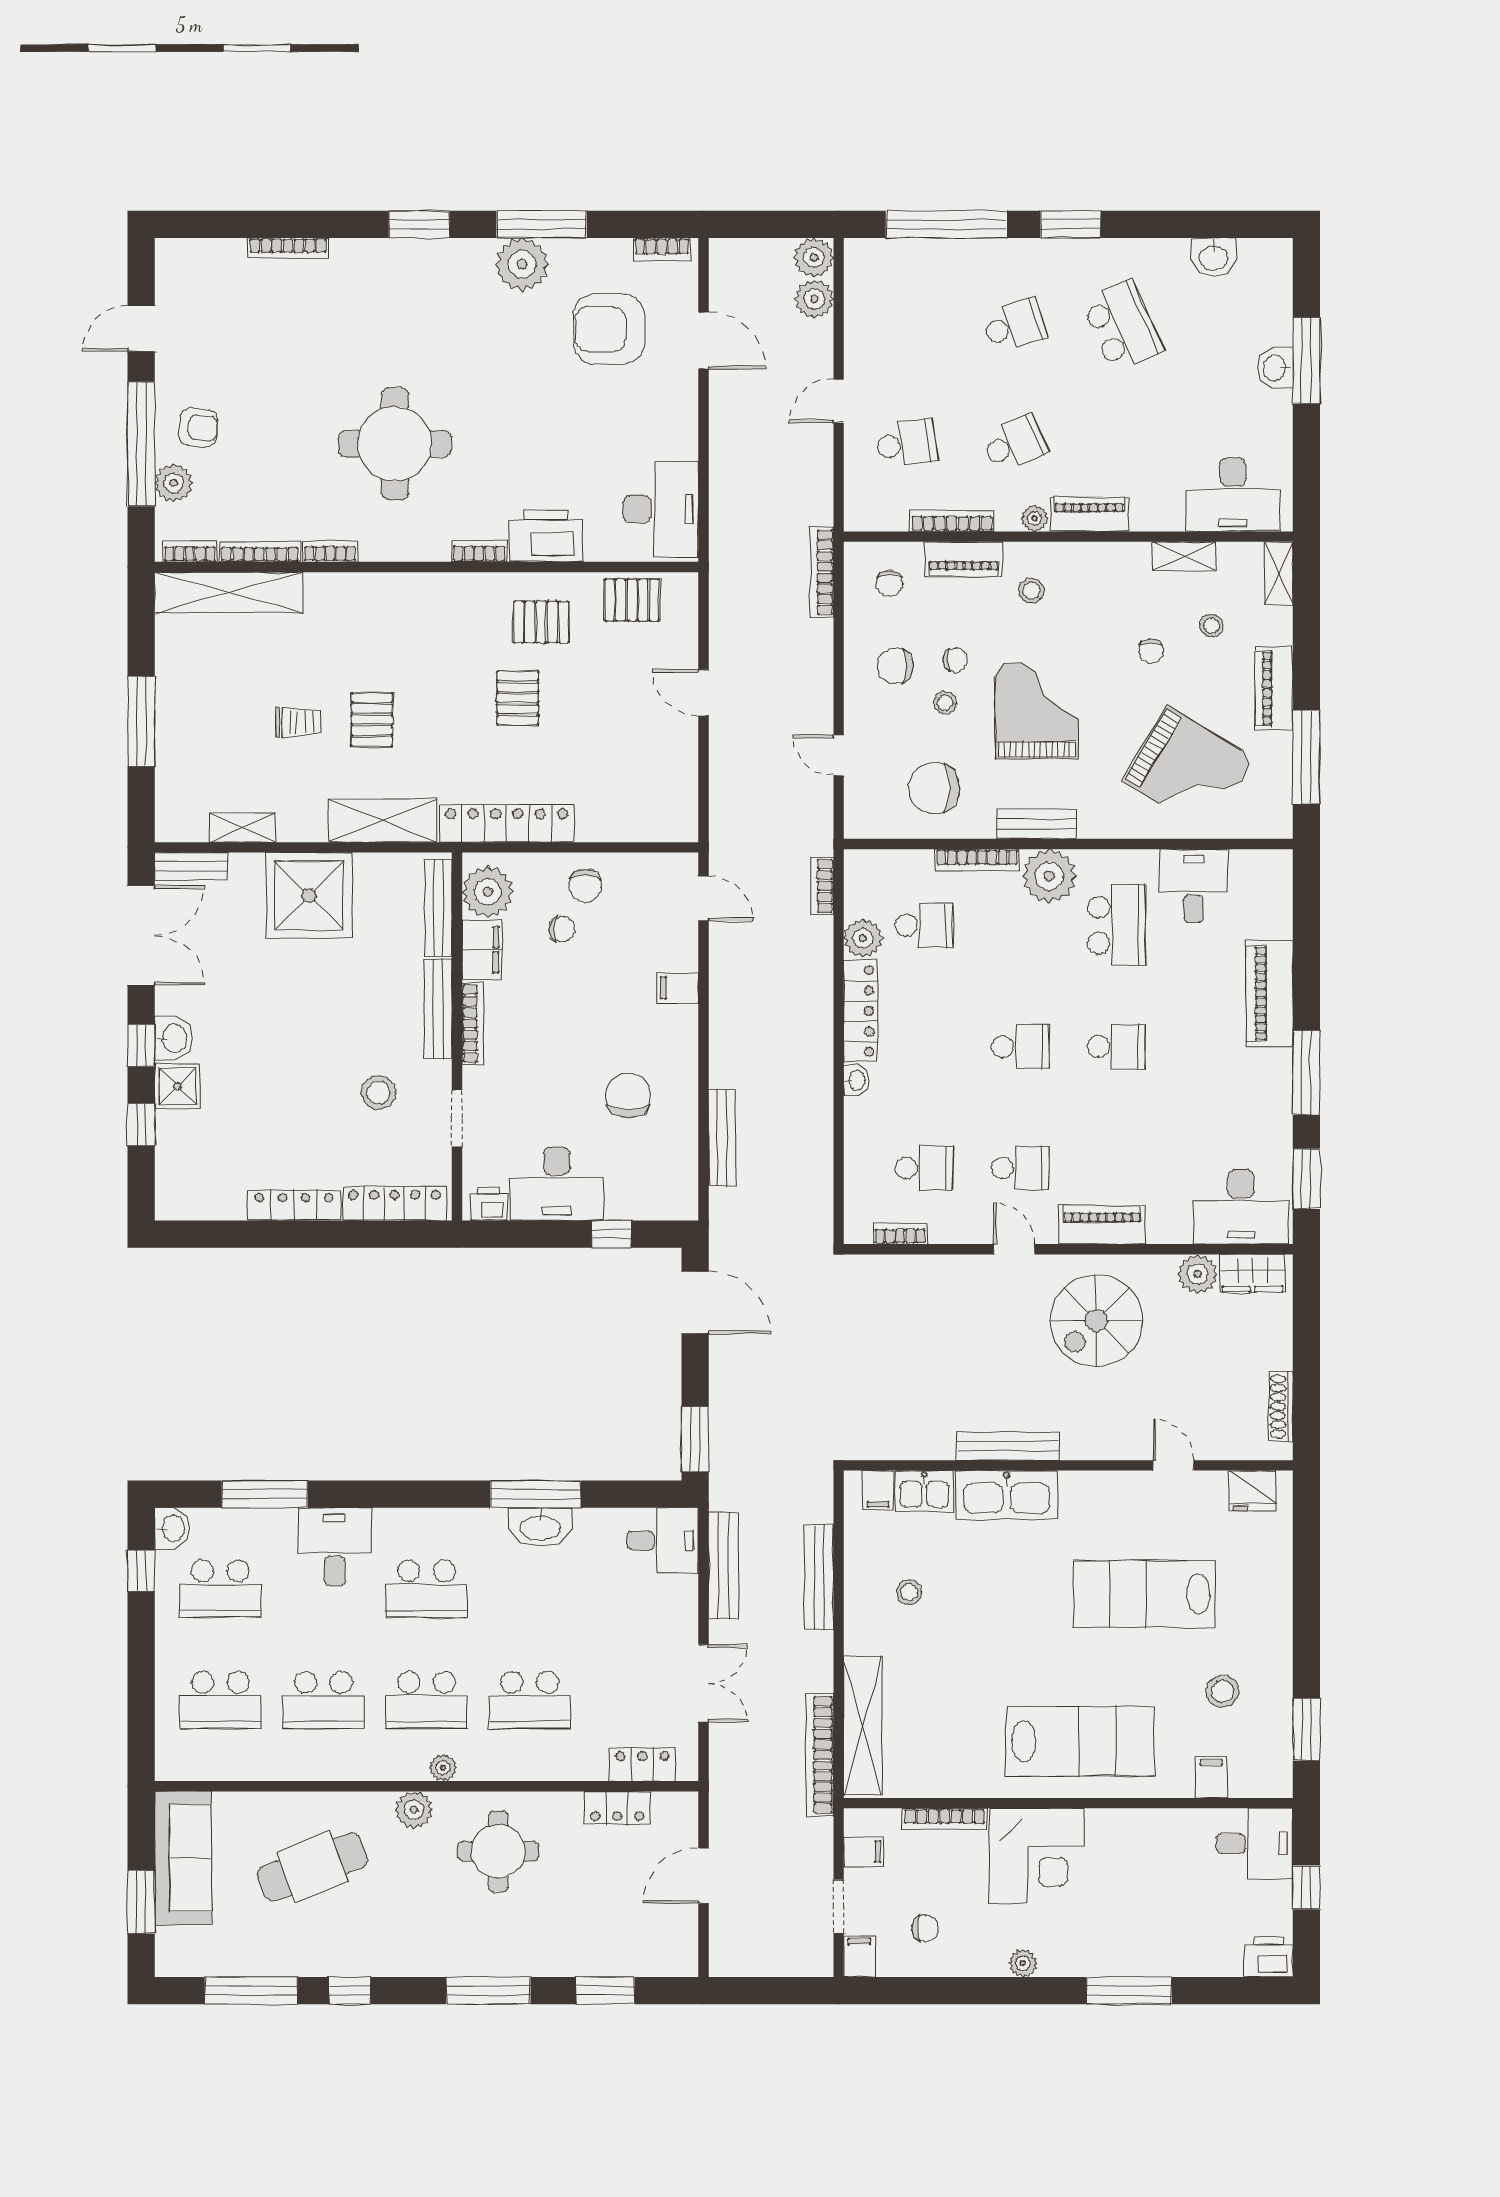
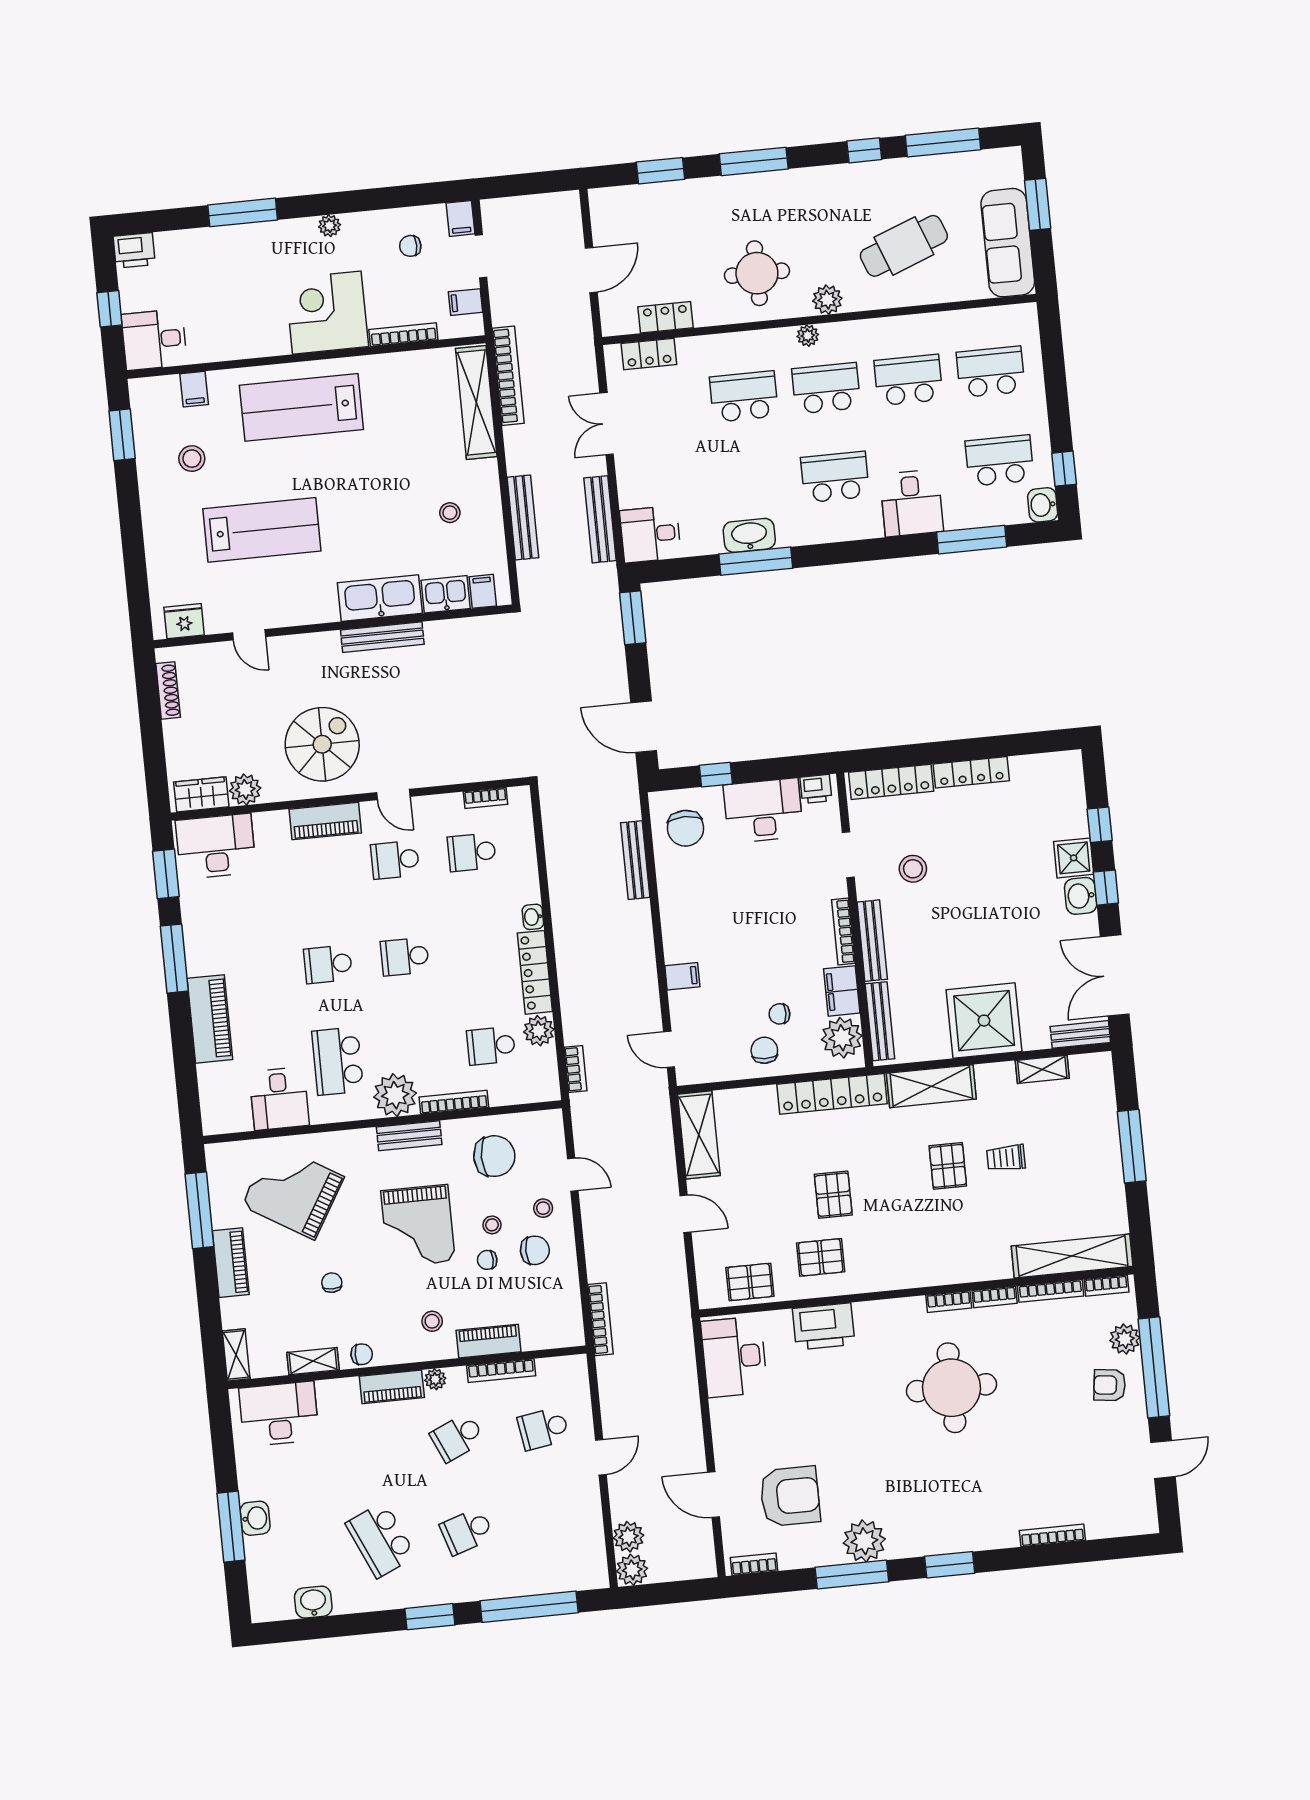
bookcase: (479, 551) -> (949, 1302), moved
chair: (890, 583) -> (362, 1354), moved, turned 90
stool: (1212, 626) -> (543, 1208), moved
shelving: (677, 789) -> (699, 1135), added
chair: (628, 1096) -> (686, 828), moved

